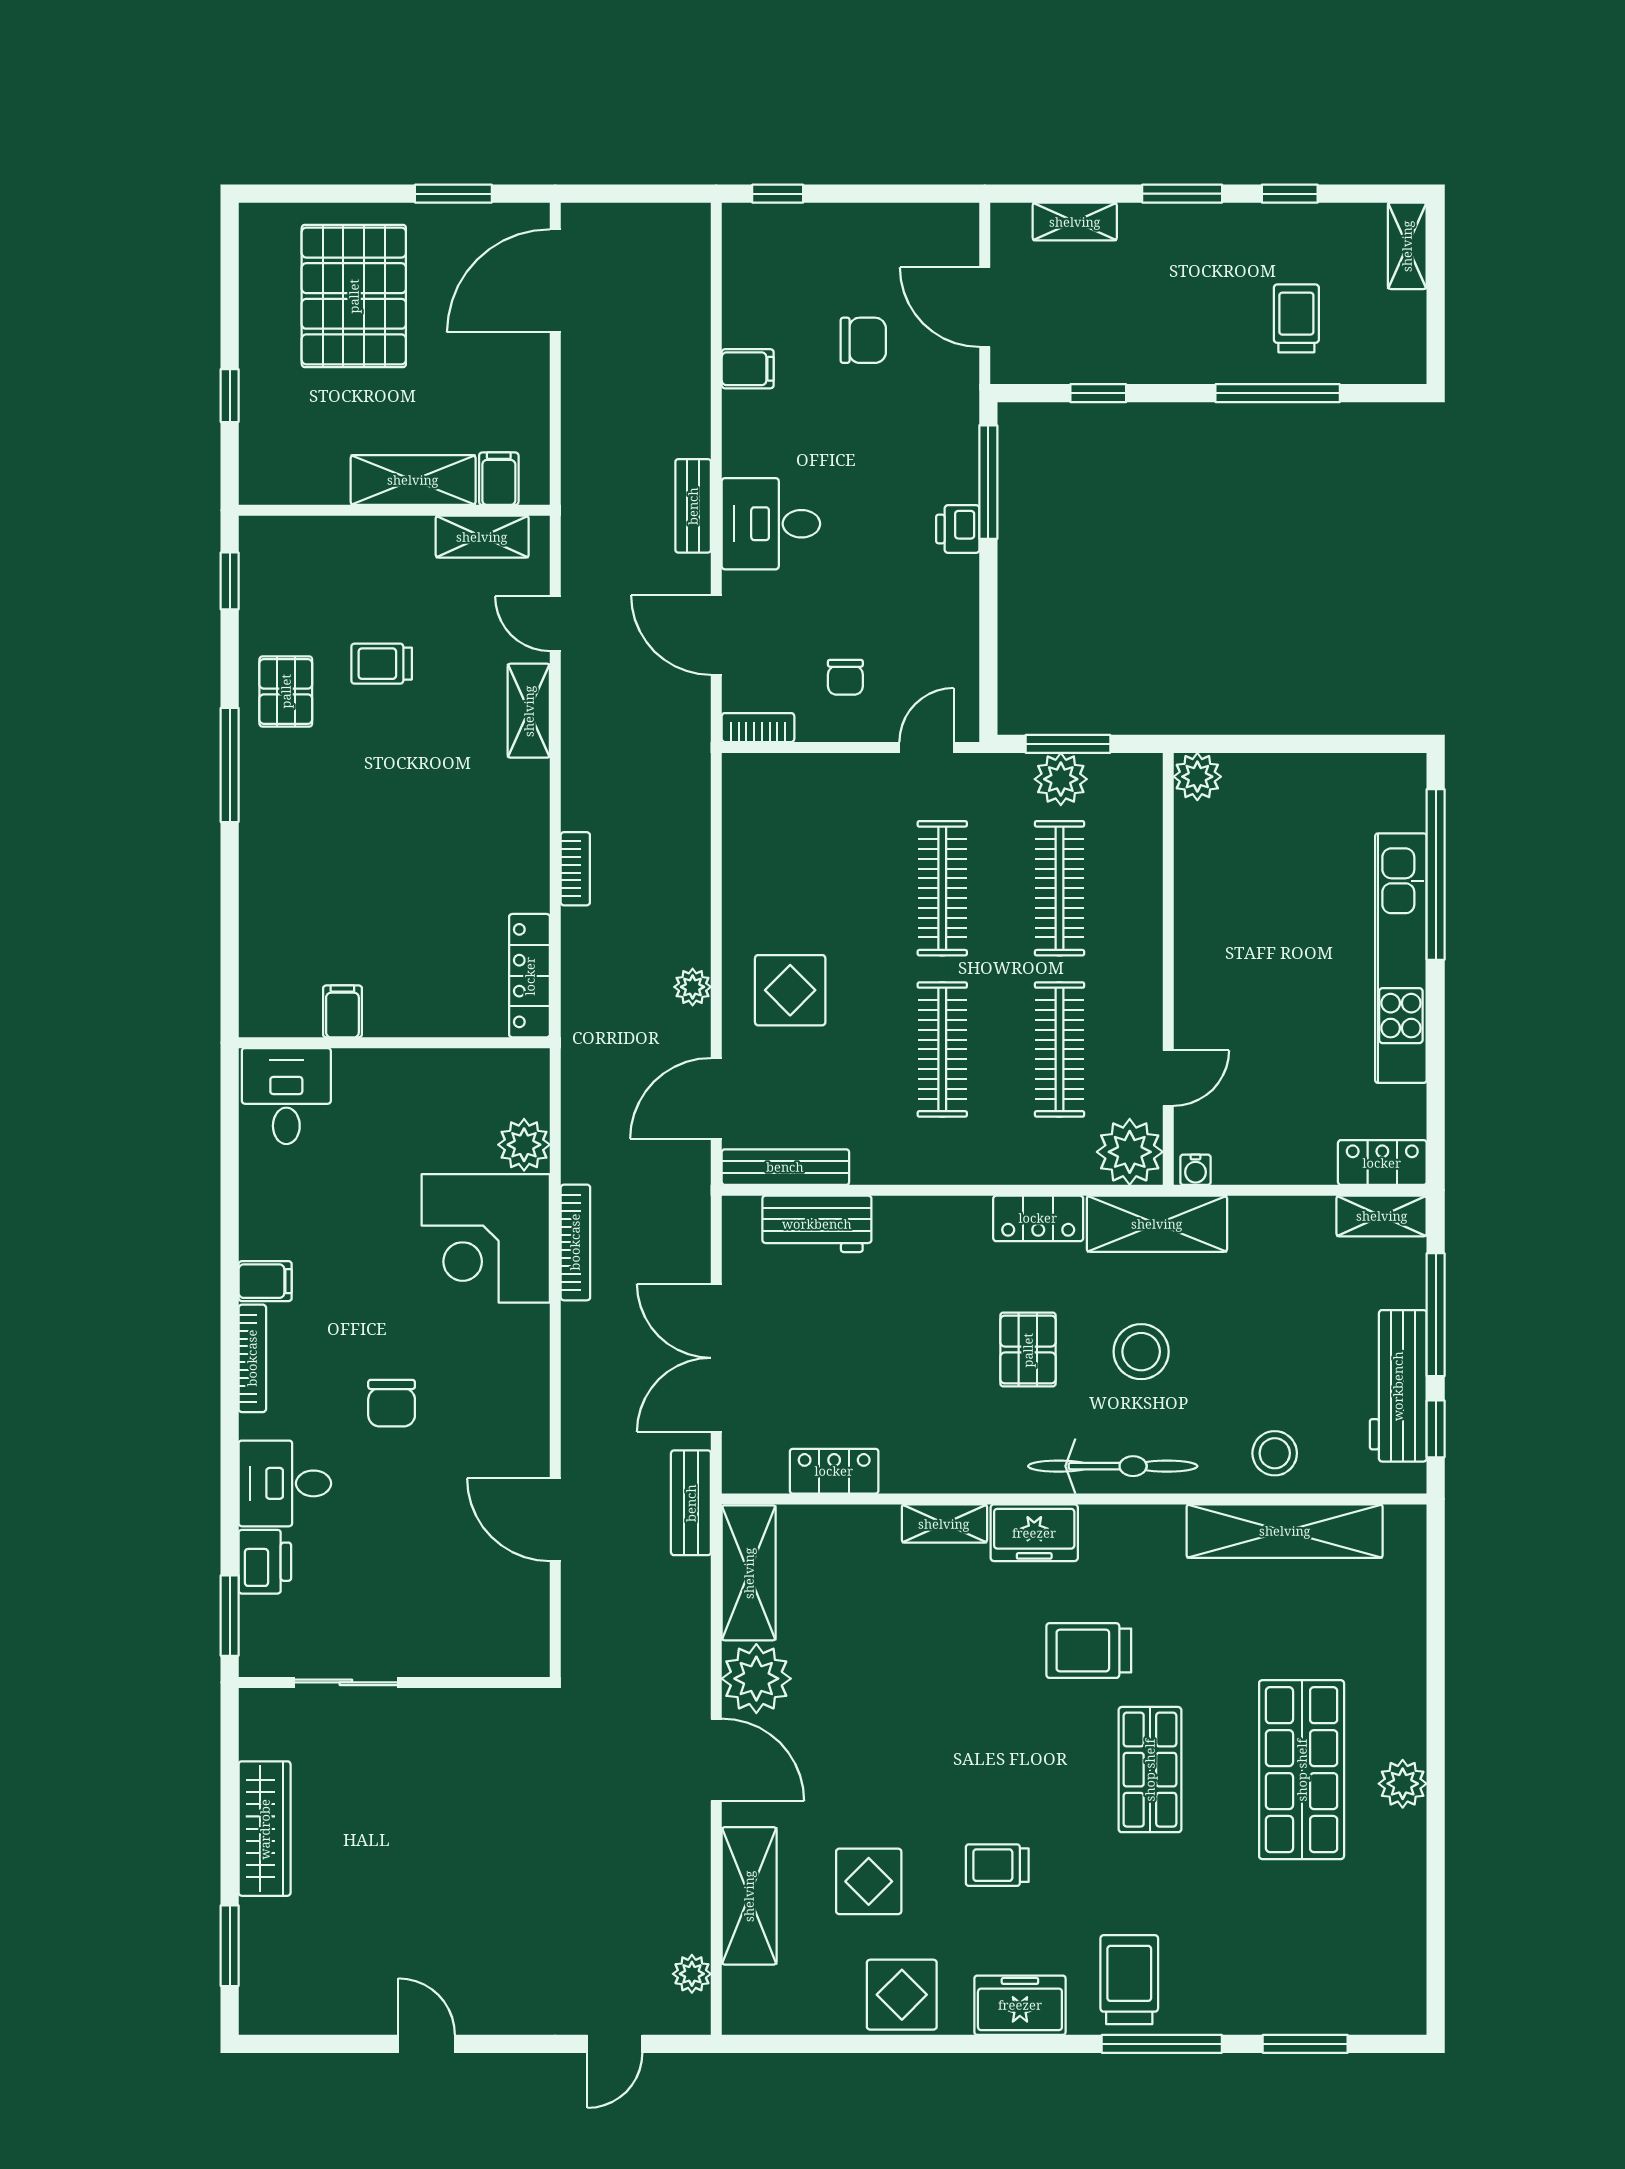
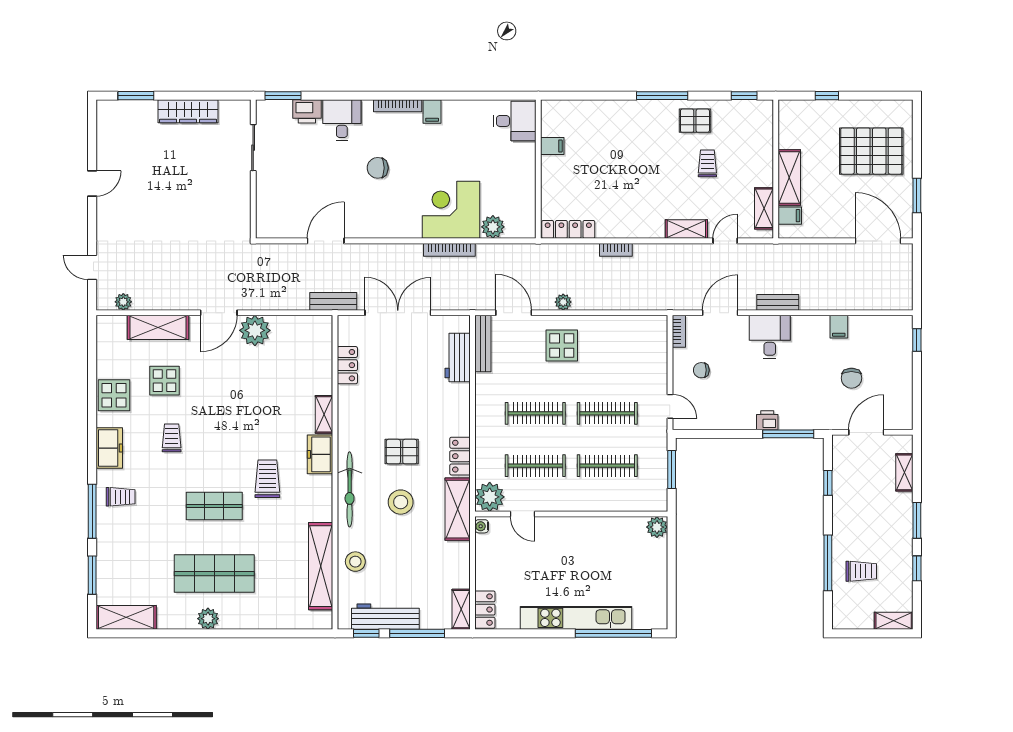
plant: (1061, 779) -> (656, 466), removed
shelving: (749, 1573) -> (126, 617), moved
trolley: (1129, 1980) -> (121, 497), width x0.73, depth x0.72

